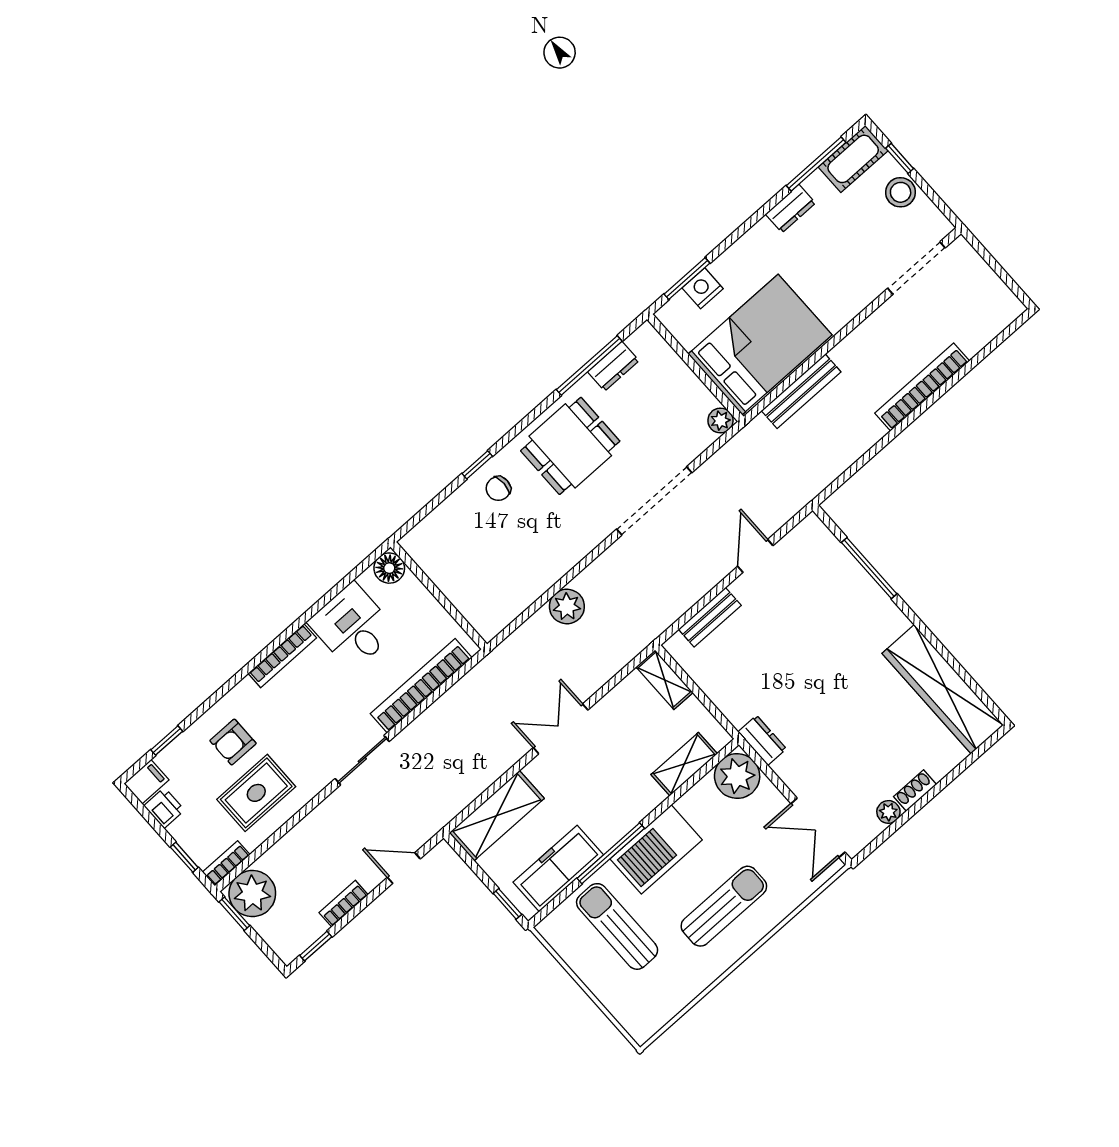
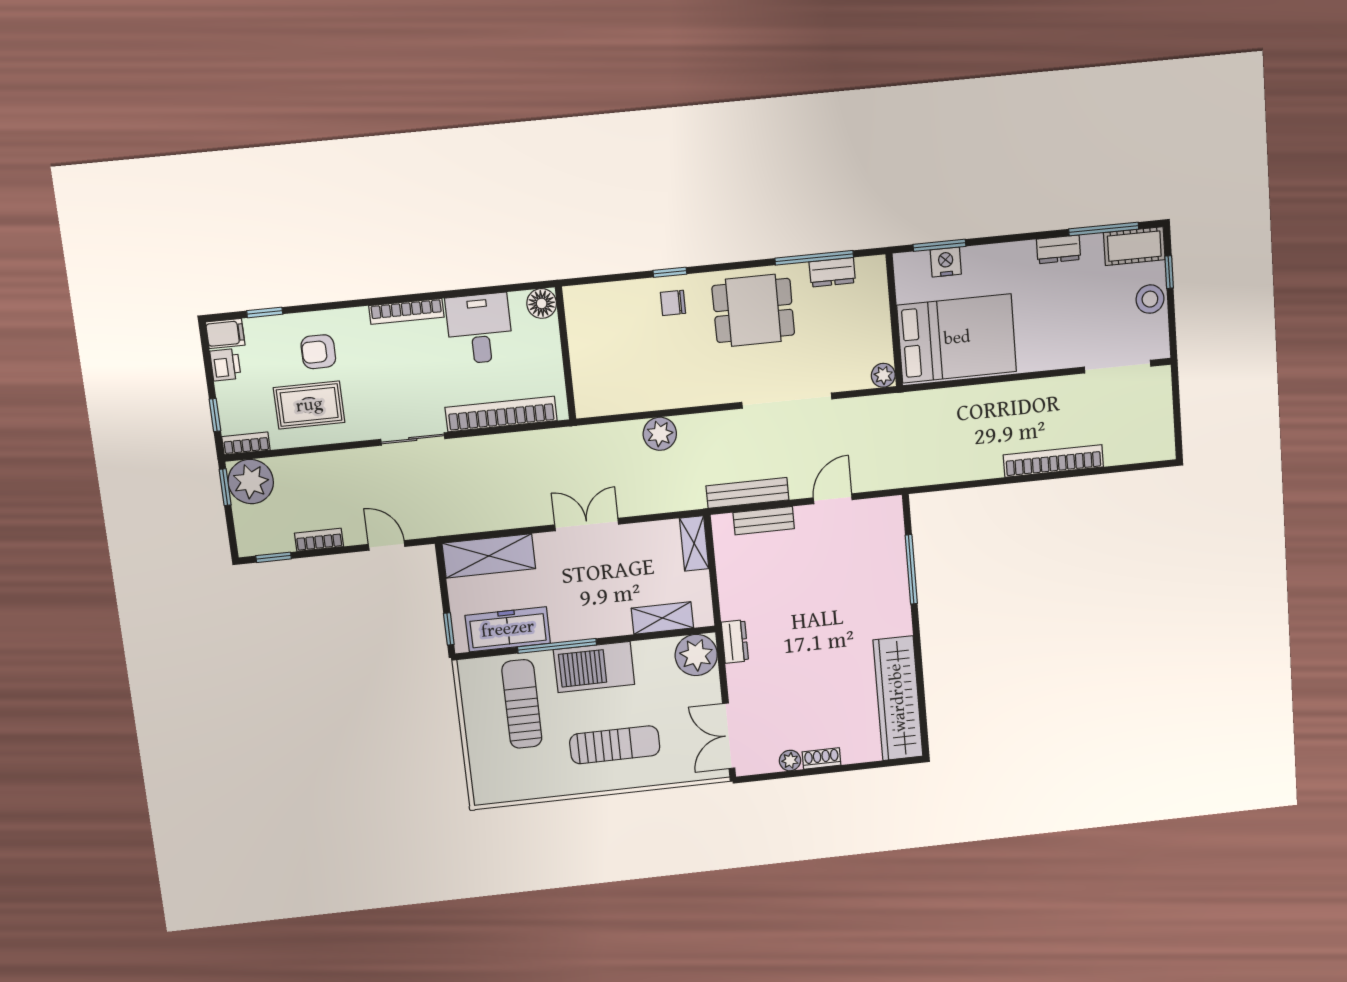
bench: (801, 391) -> (747, 493), moved

